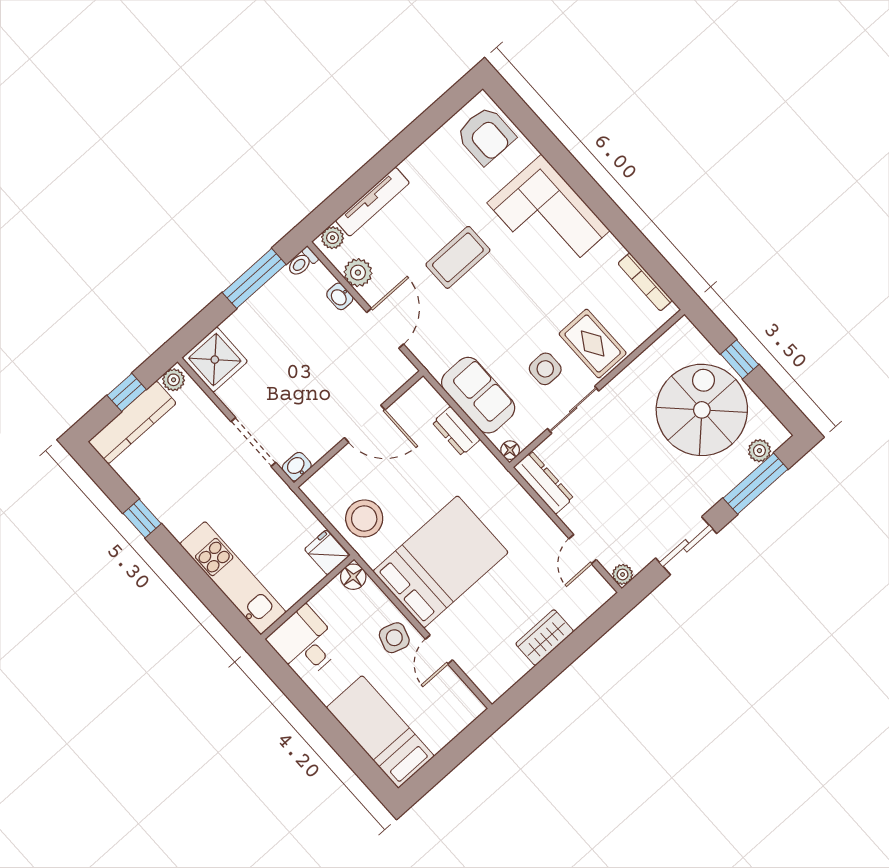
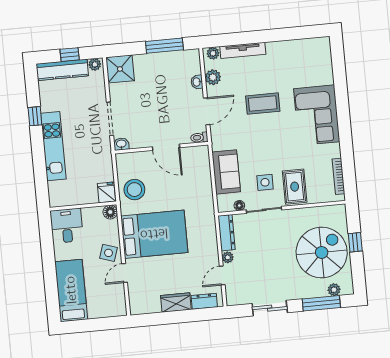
armchair: (486, 136) -> (315, 58), removed
toilet: (302, 262) -> (199, 137), moved
dresser: (456, 431) -> (204, 301), moved, turned 90
floor lamp: (510, 450) -> (239, 206), moved
plant: (623, 574) -> (228, 257), moved
kitchen unit: (233, 578) -> (53, 146), moved

